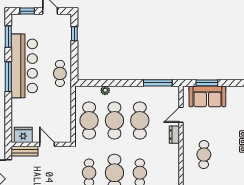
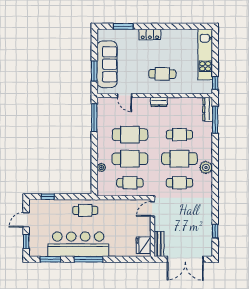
sofa: (207, 96) -> (107, 64), width x1.36
cafe table: (89, 120) -> (130, 183), width x0.73, depth x0.74
dresser: (174, 135) -> (159, 102), moved
door: (47, 144) -> (152, 209), moved

